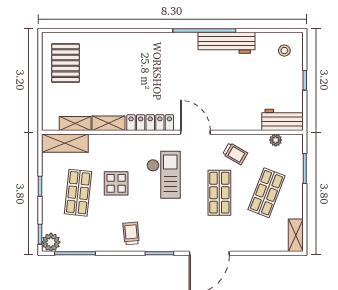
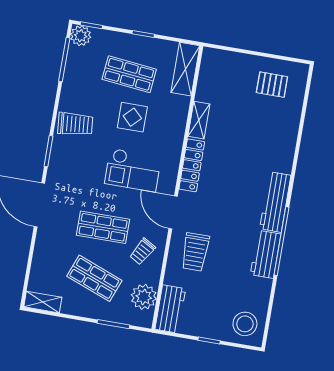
workbench: (170, 42) -> (275, 202), added
workbench: (227, 43) -> (266, 254), width x0.73
stool: (284, 51) -> (245, 324), width x1.89, depth x1.89
pallet: (66, 63) -> (272, 85), width x0.67, depth x0.71
trolley: (227, 106) -> (195, 252), added
shelving: (75, 123) -> (205, 84), removed
door: (195, 132) -> (173, 212), swing flipped
plant: (276, 140) -> (144, 297), width x1.88, depth x1.88
trolley: (131, 233) -> (75, 124), width x1.36, depth x1.39

